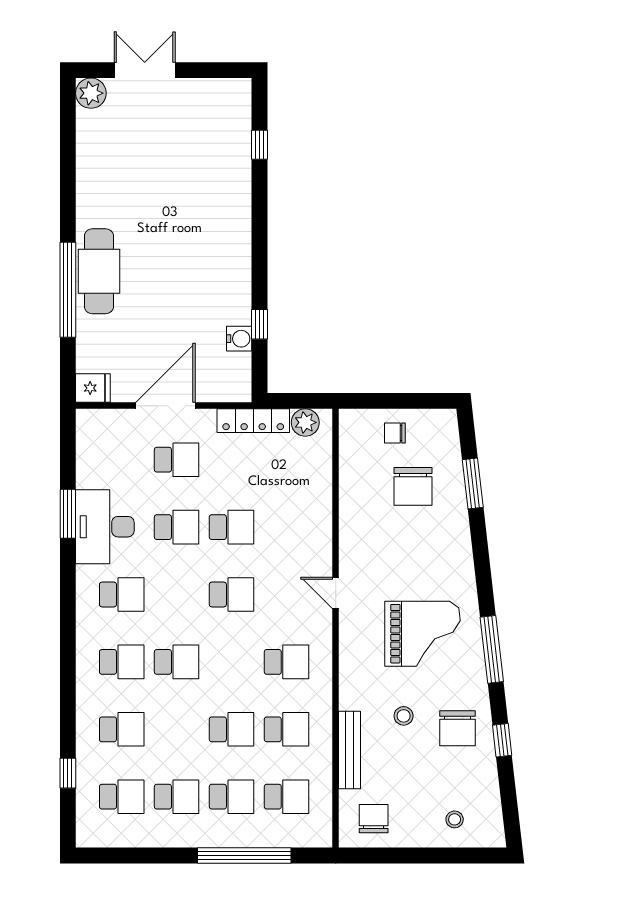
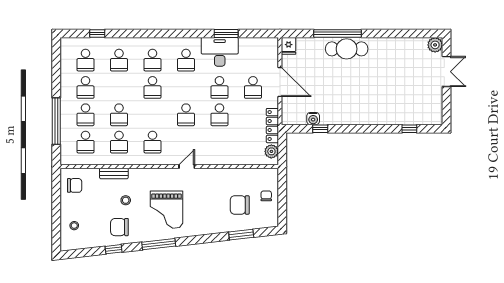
bench: (350, 750) -> (114, 173), width x0.73

